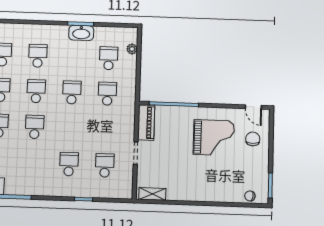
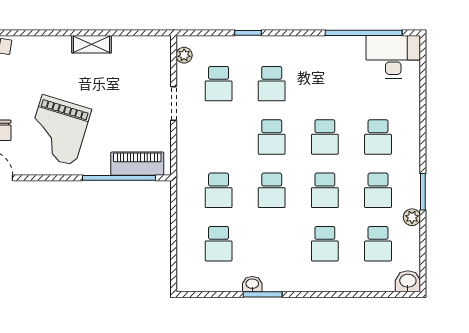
washbasin: (81, 33) -> (252, 284), width x0.52, depth x0.69
plant: (132, 49) -> (184, 55), moved
piano: (146, 123) -> (137, 164), moved, turned 90
school desk: (70, 128) -> (272, 137), added
grand piano: (214, 138) -> (58, 130), turned -73
shelving: (152, 194) -> (92, 44), moved

